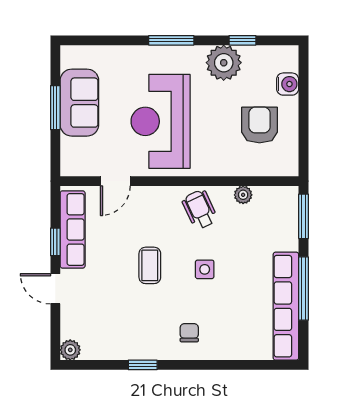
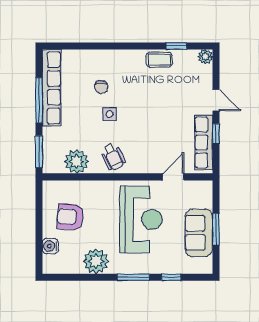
window: (242, 40) -> (171, 277), moved
armchair: (260, 125) -> (70, 217), turned 94
plant: (243, 195) -> (77, 162), width x1.87, depth x1.87
coffee table: (150, 265) -> (159, 60), moved, turned 90
chair: (189, 333) -> (101, 87), moved
window: (143, 365) -> (176, 46), moved

